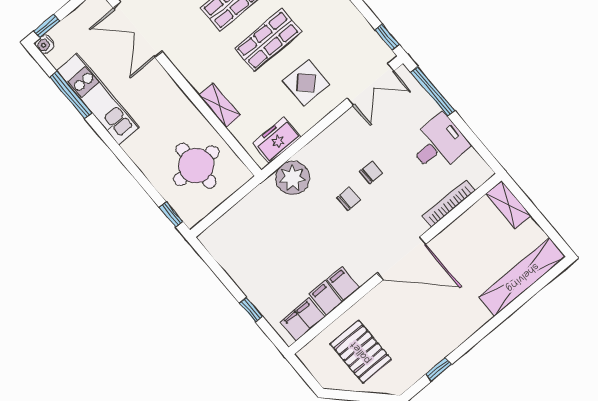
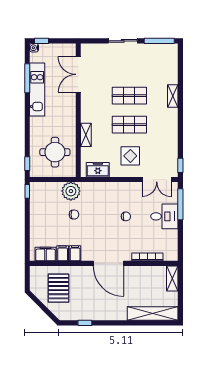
desk: (439, 144) -> (164, 216), moved
plant: (293, 178) -> (71, 191), moved
chair: (348, 199) -> (74, 215), moved
window: (251, 310) -> (27, 191), moved

